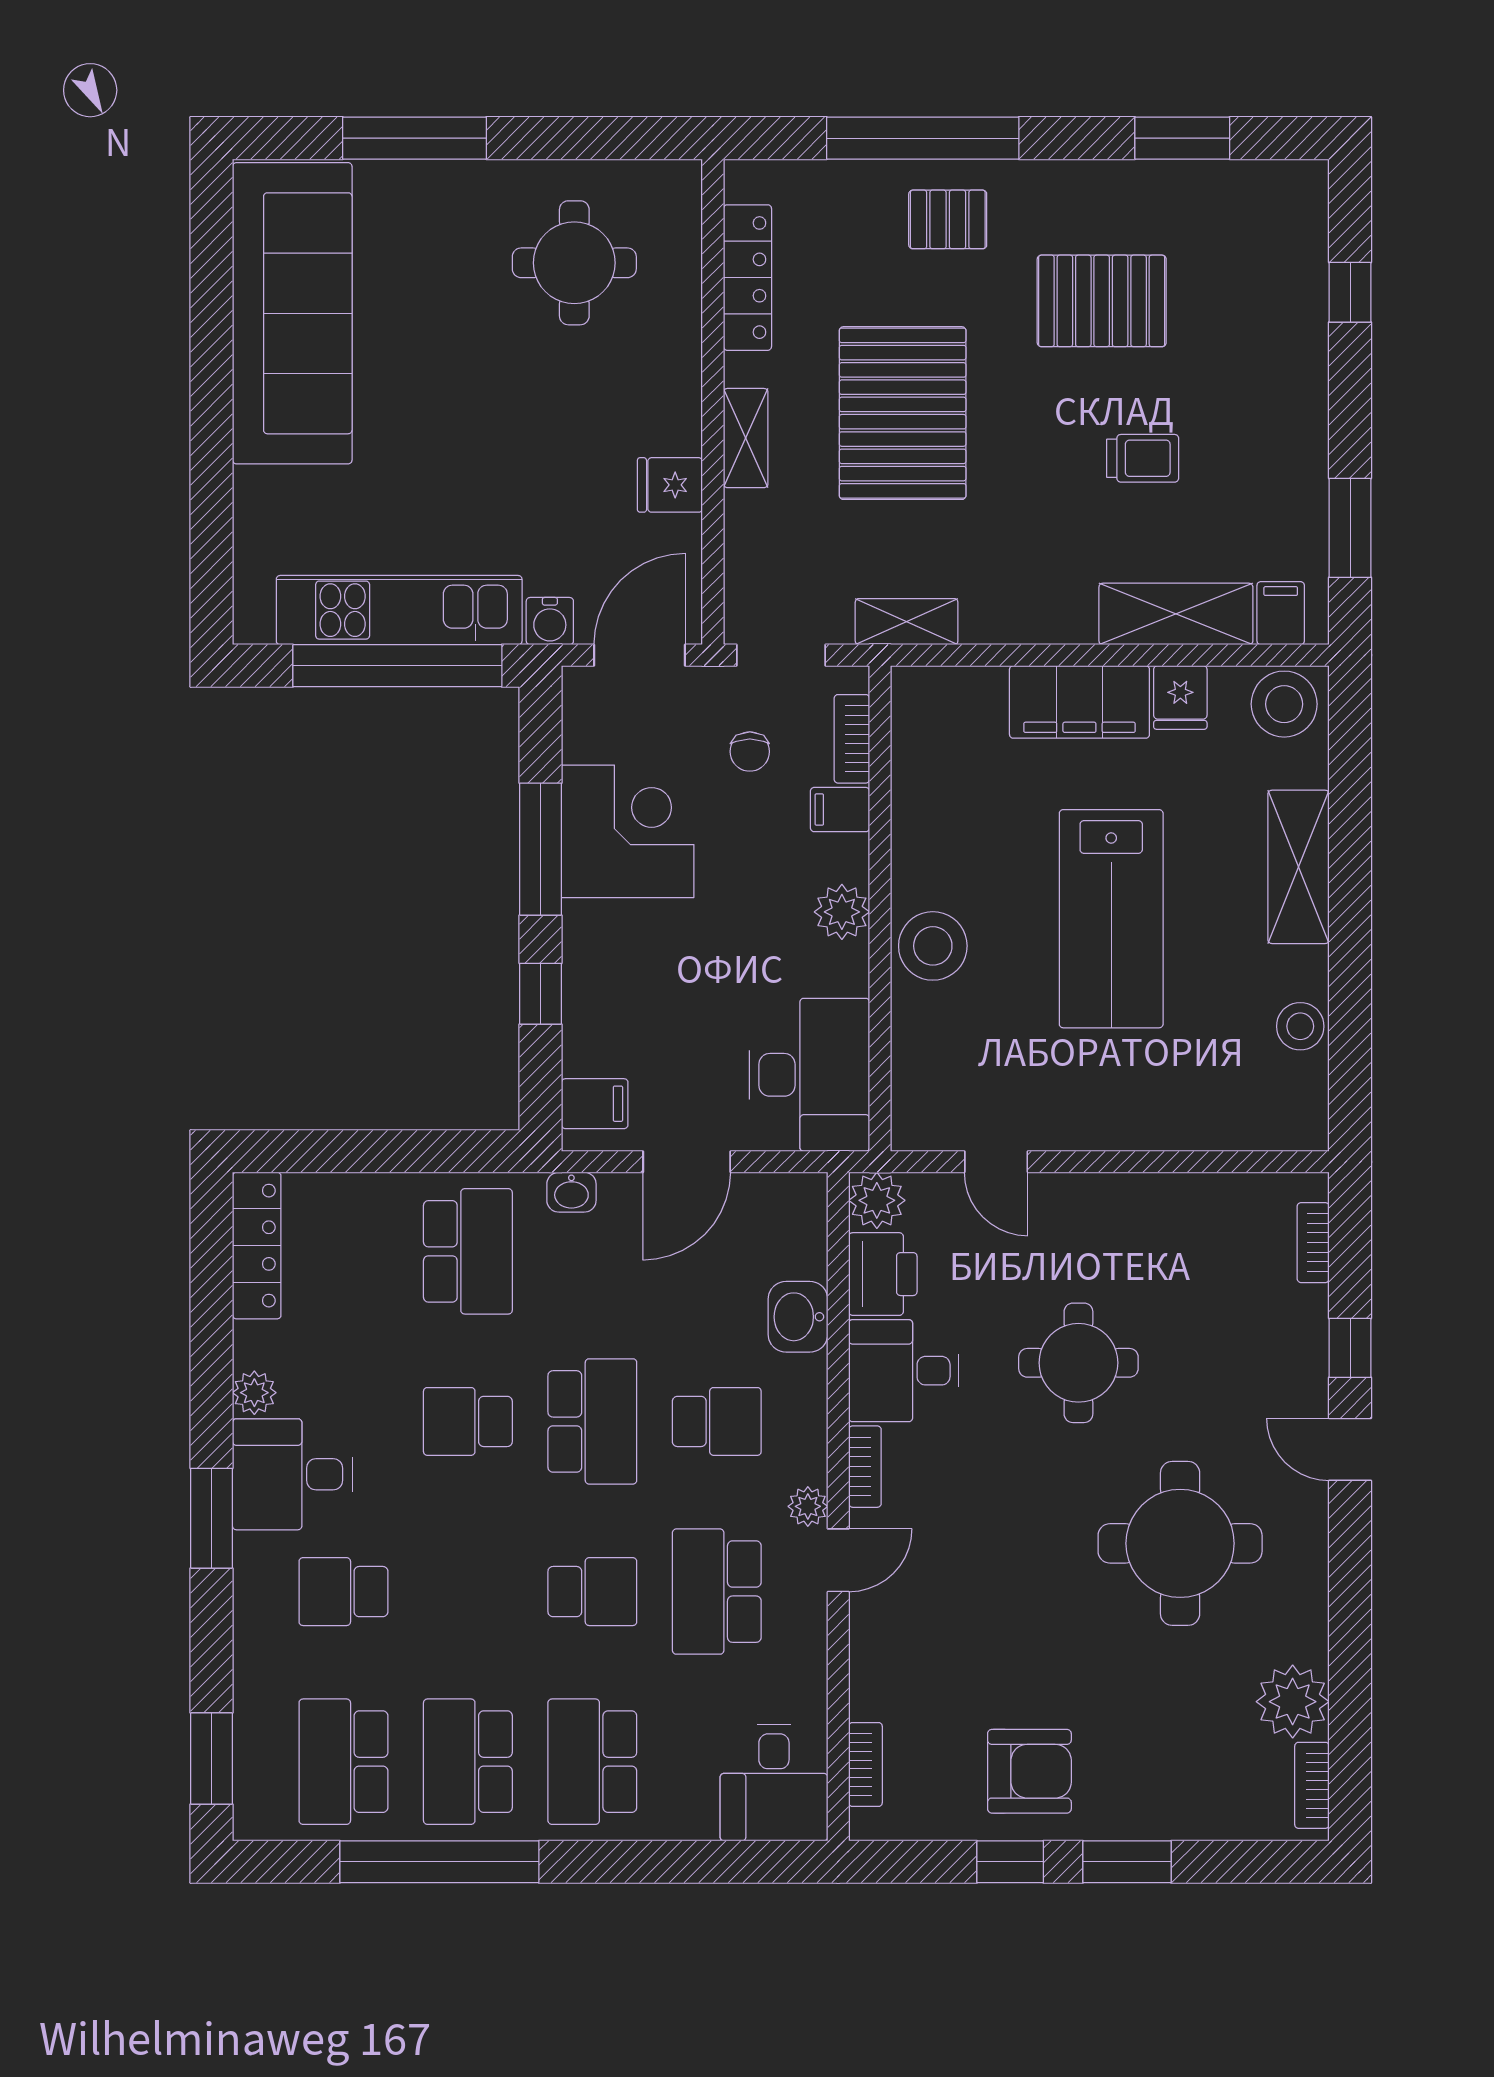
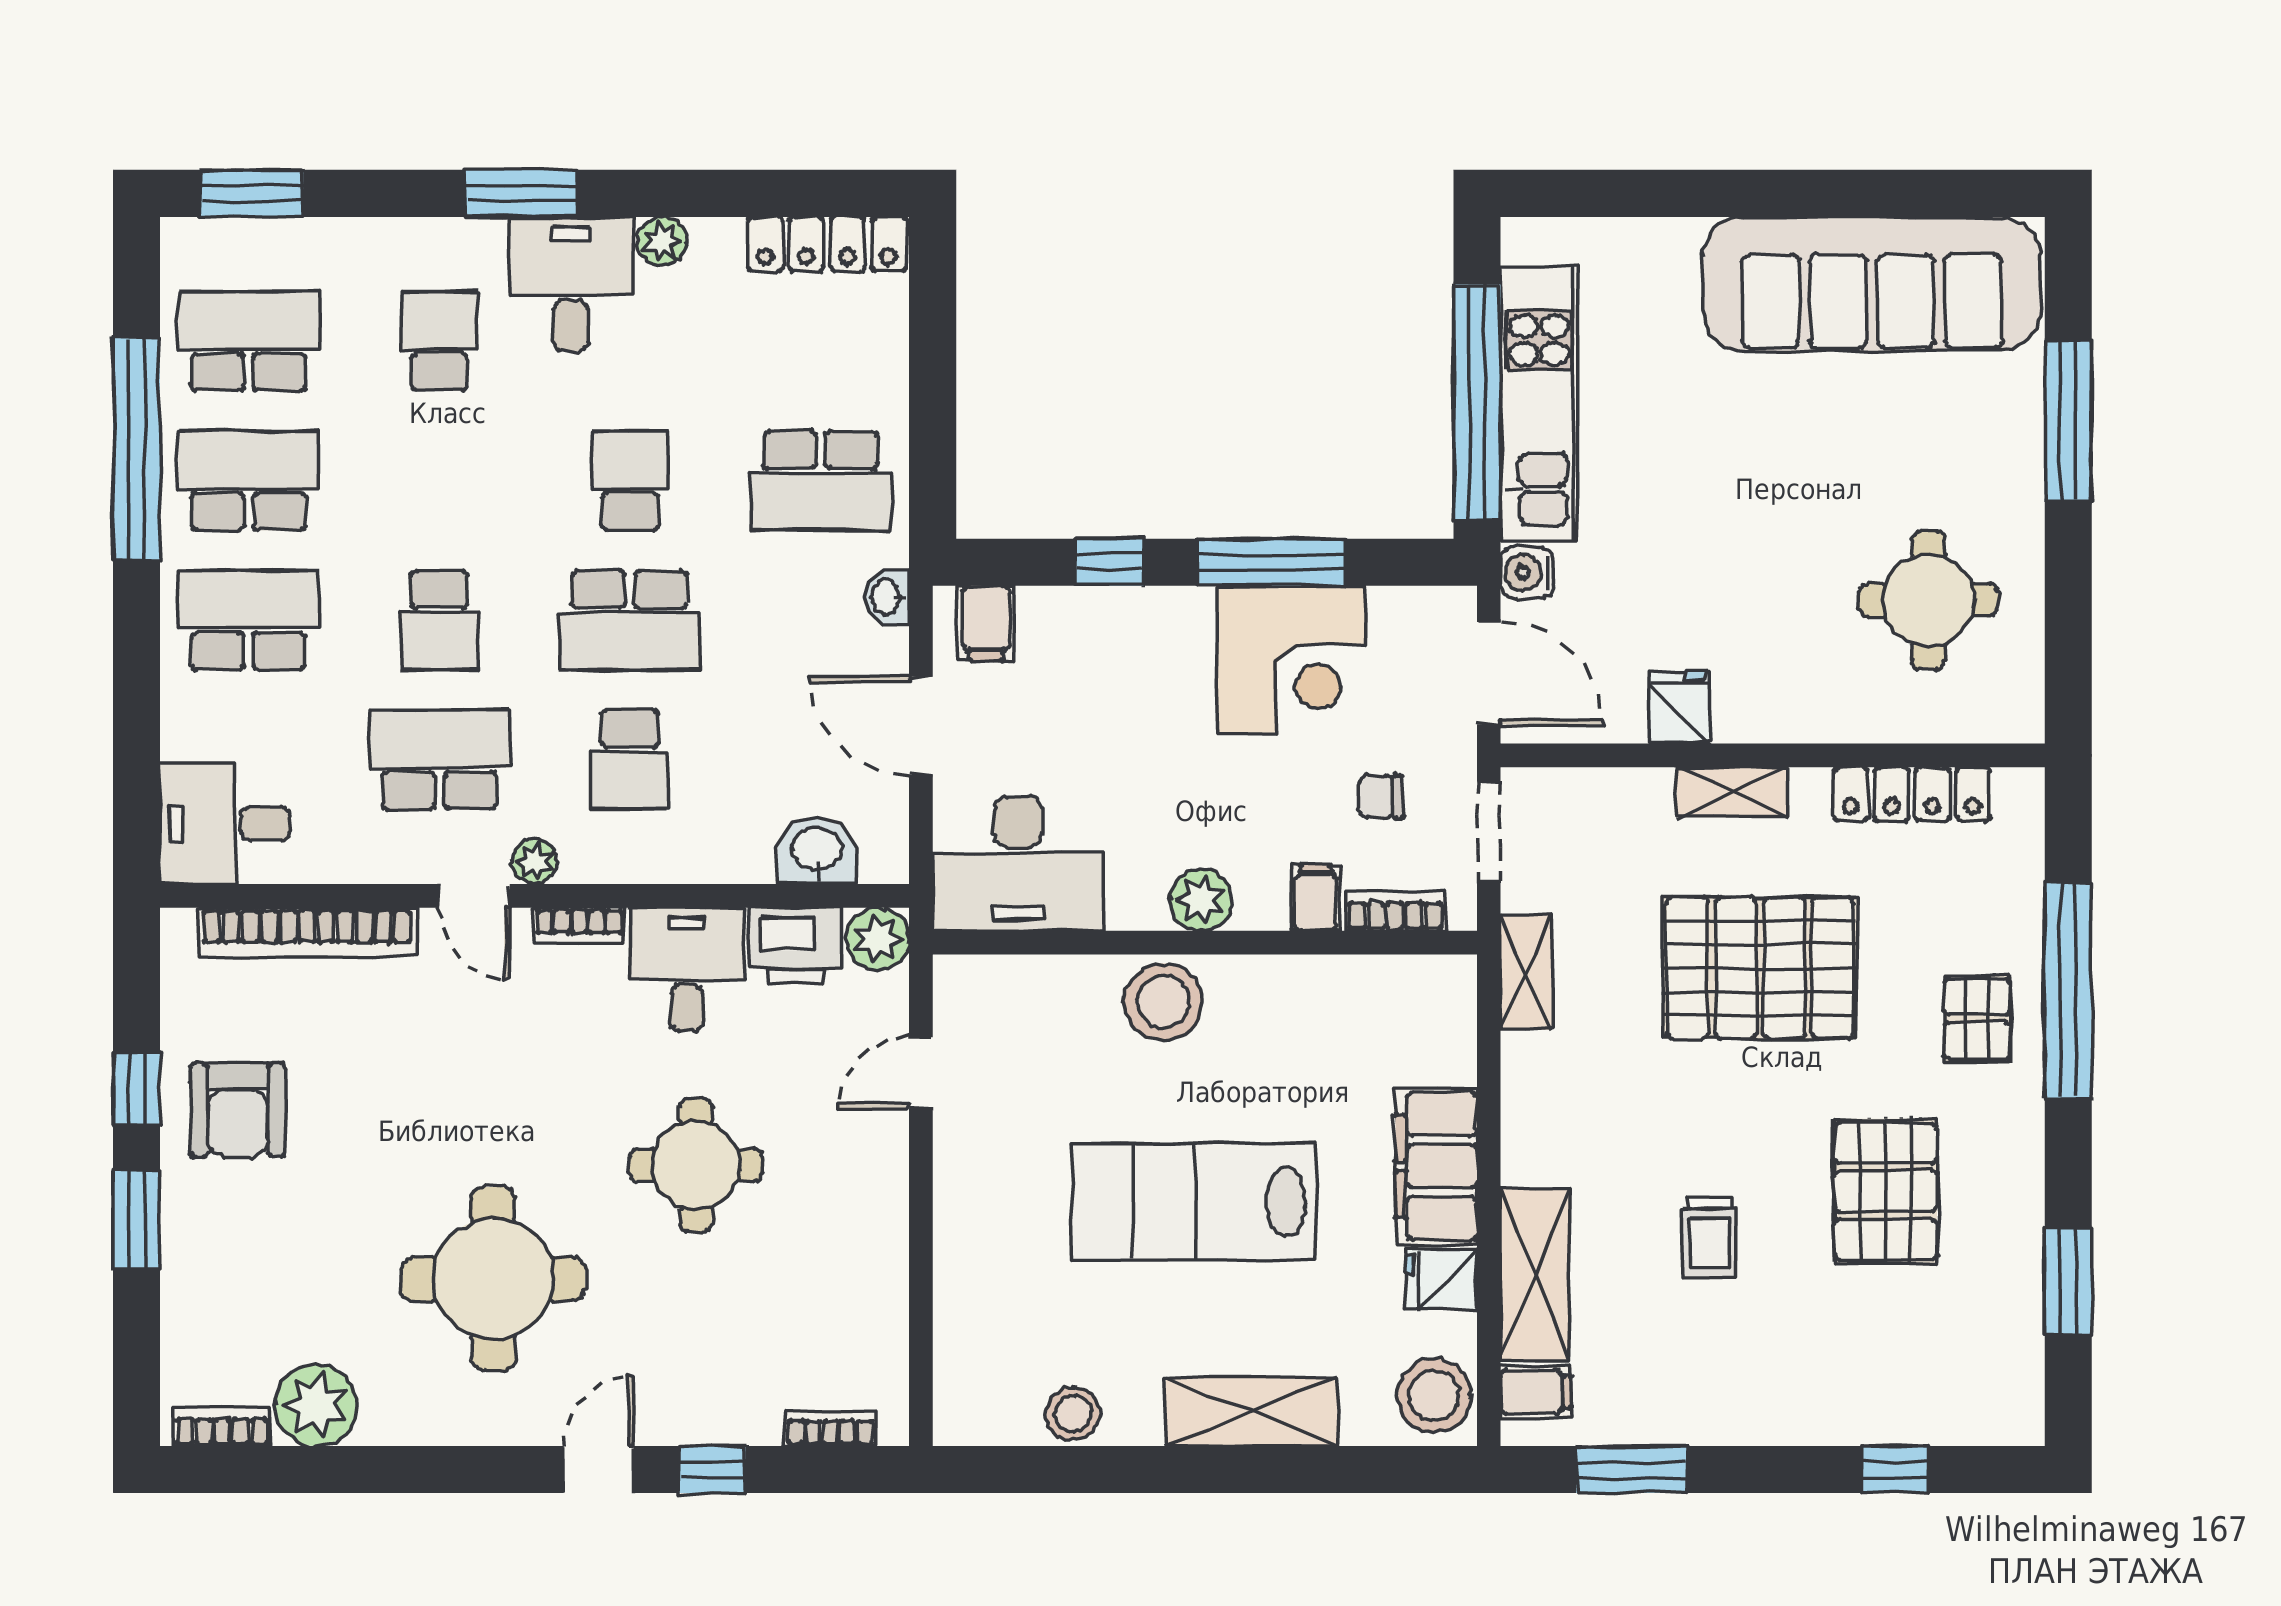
washbasin: (798, 1317) -> (817, 851), moved
bookcase: (865, 1764) -> (307, 932), width x2.31, depth x1.31

